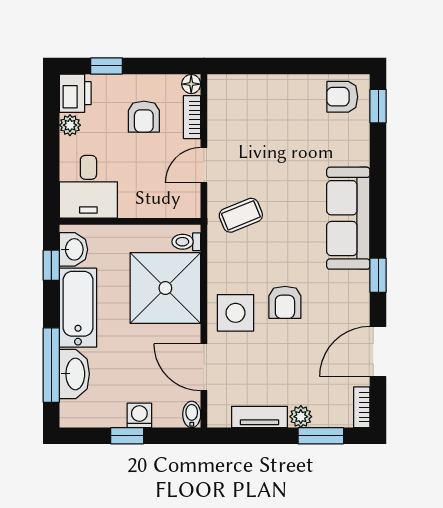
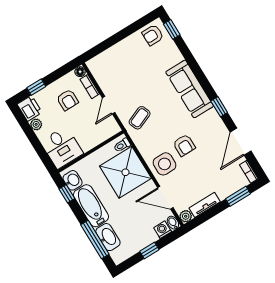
washing machine: (139, 415) -> (163, 230), moved
plant: (301, 417) -> (186, 216), moved

